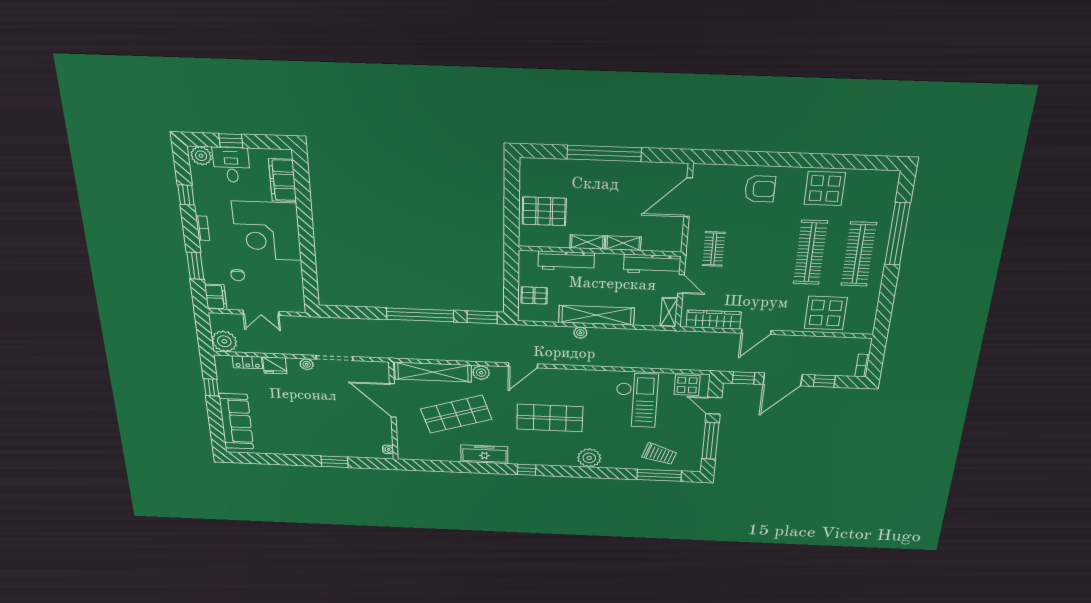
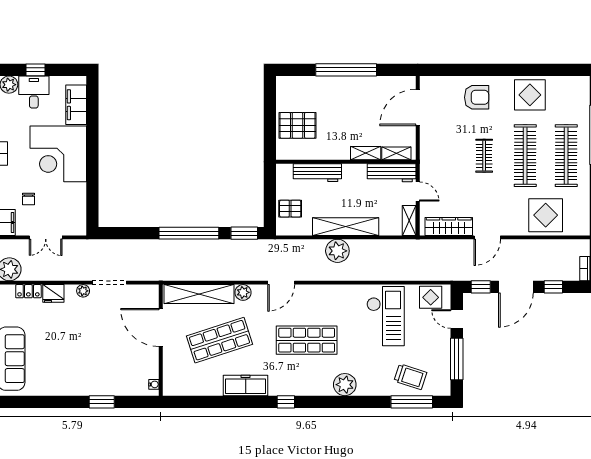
shelving: (587, 242) -> (396, 153), moved
clothes rail: (714, 249) -> (484, 156), moved
plant: (580, 333) -> (337, 251), width x1.88, depth x1.88

